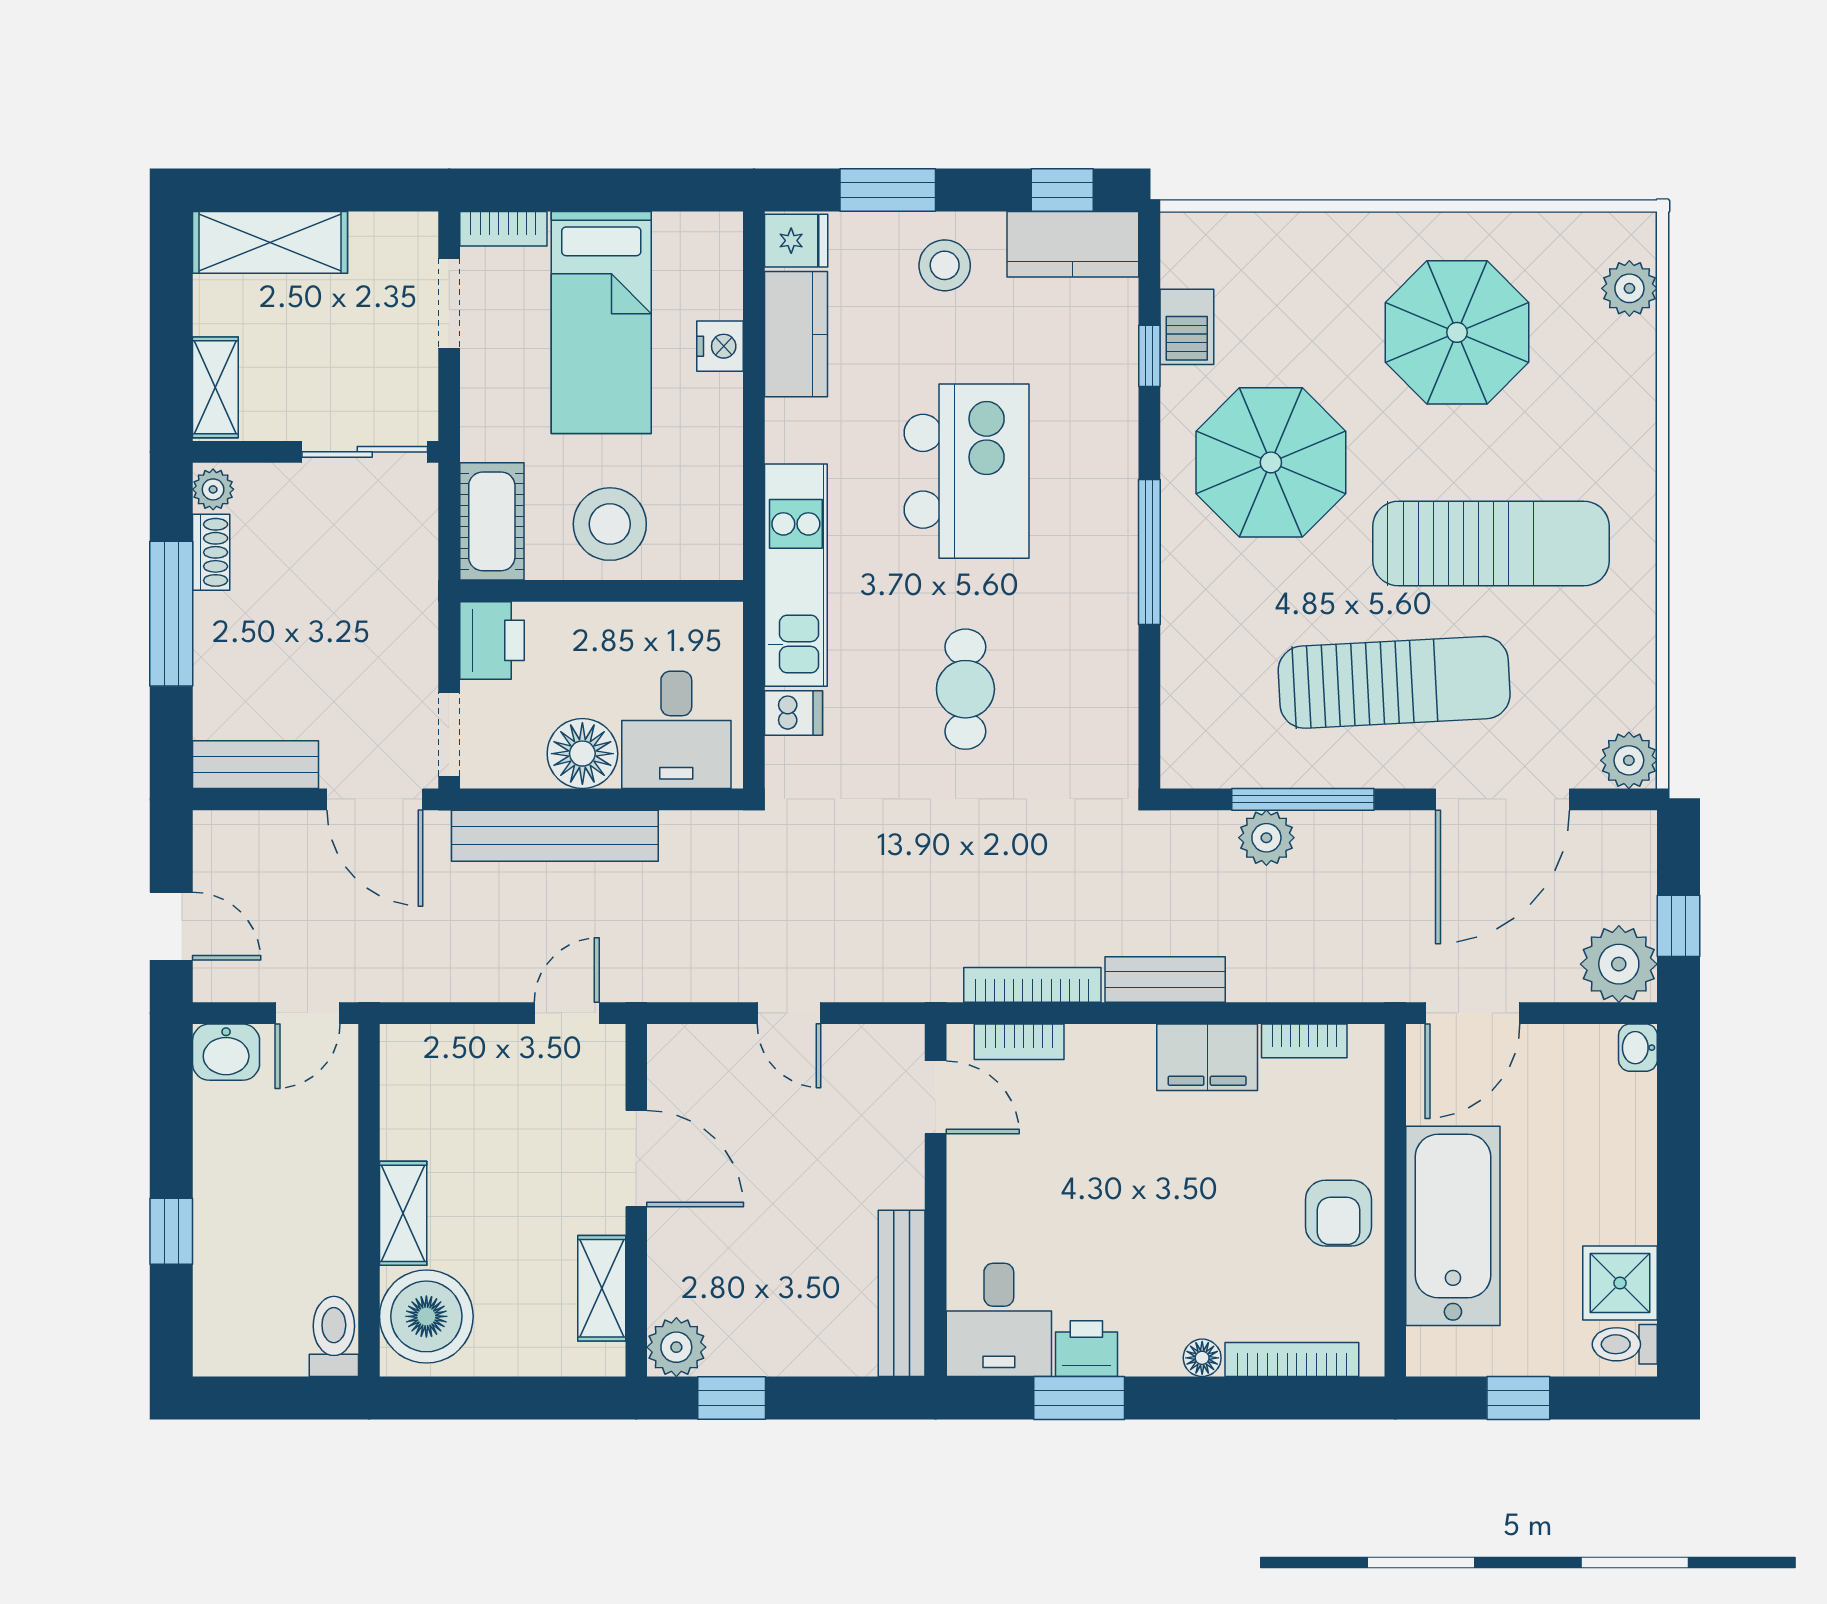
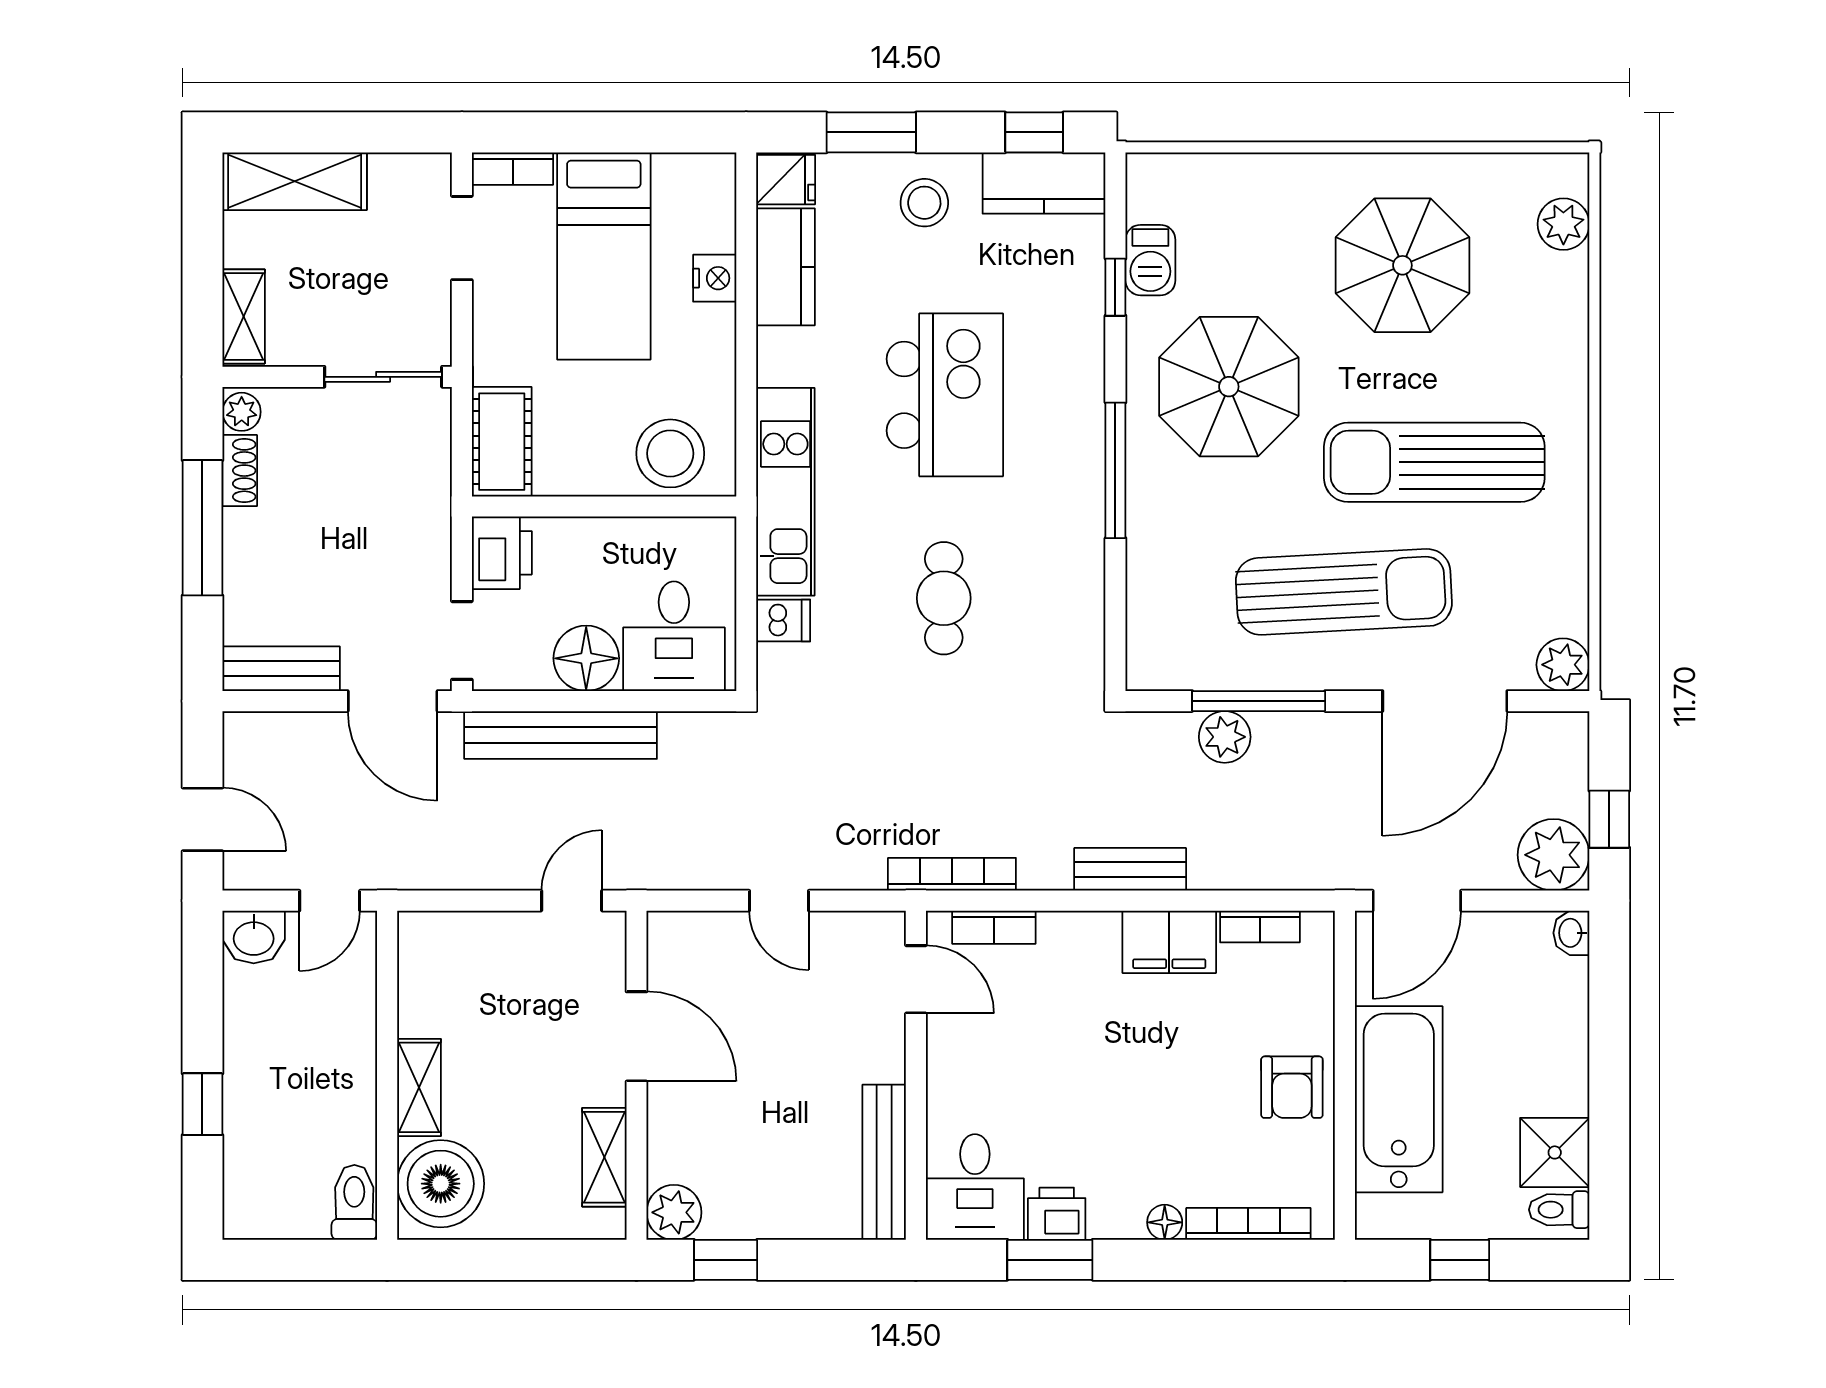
stool: (610, 524) -> (670, 453), moved
sun lounger: (1491, 543) -> (1434, 462), turned 180
bookcase: (1032, 985) -> (952, 874), moved

